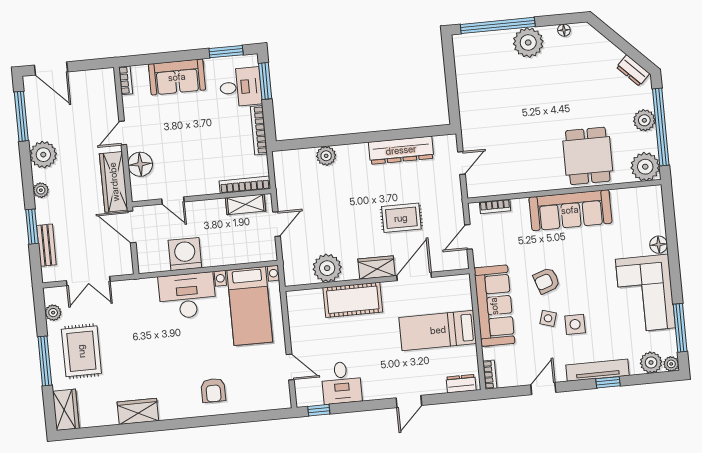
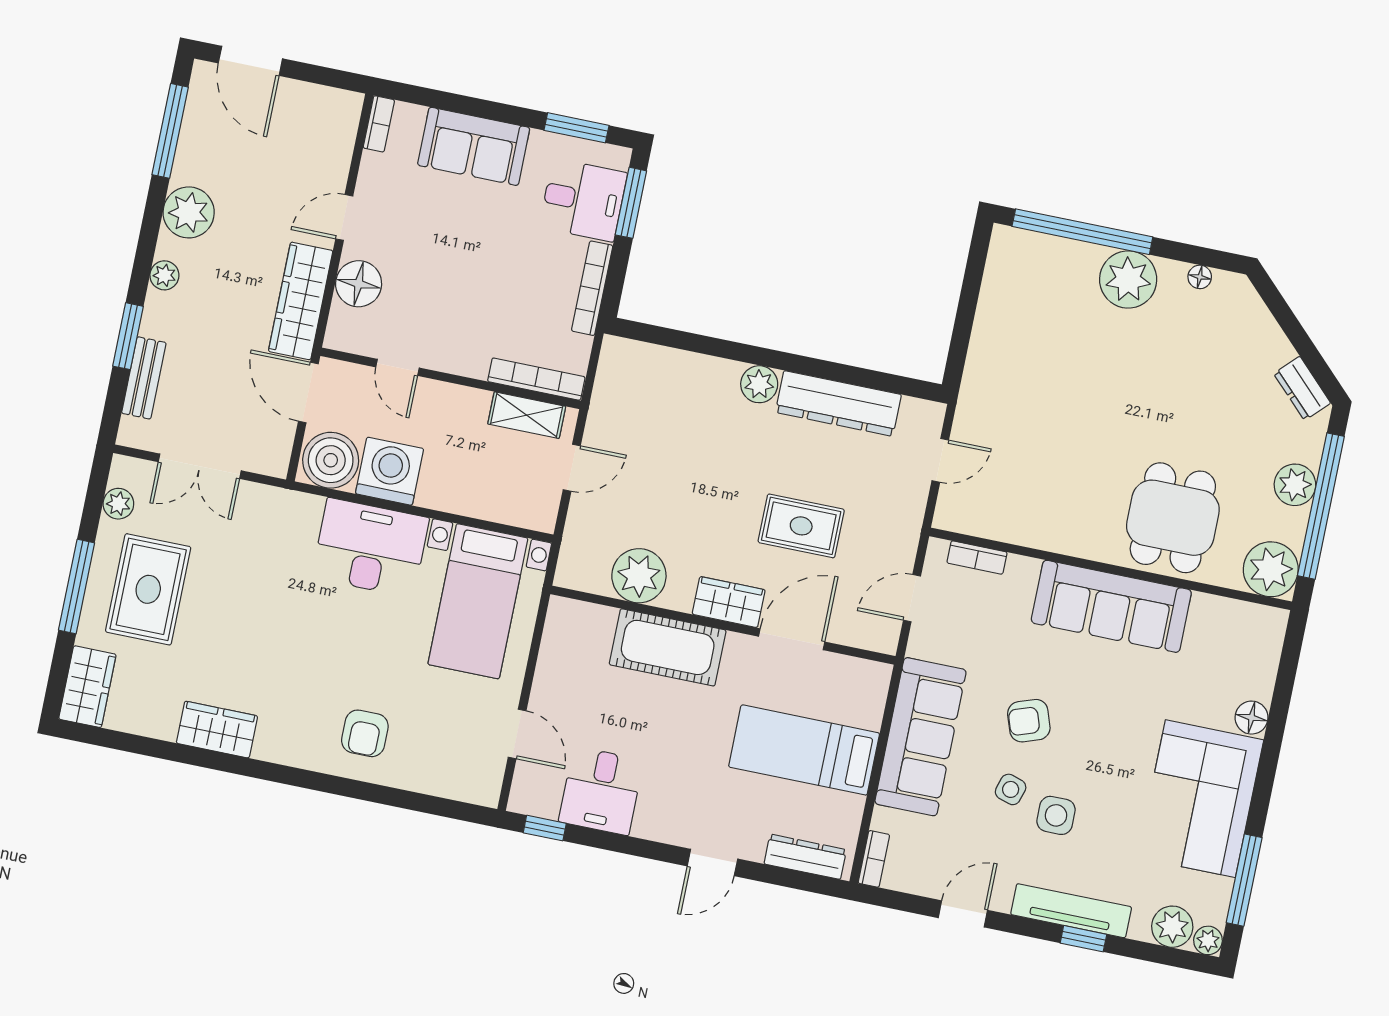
plant: (326, 156) -> (759, 384), moved
boiler: (154, 258) -> (331, 460), added
dresser: (461, 384) -> (805, 857), width x1.44

